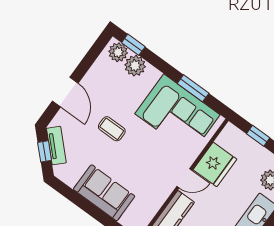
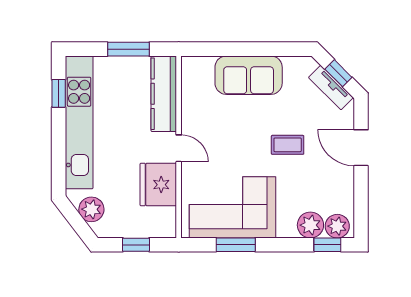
door: (184, 178) -> (179, 148), swing flipped

